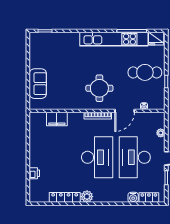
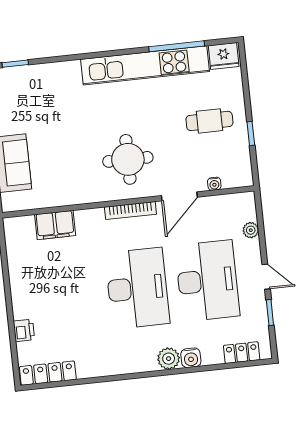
cafe table: (145, 72) -> (209, 121), width x0.73, depth x0.74
desk: (135, 157) -> (207, 281), turned 180
locker: (65, 197) -> (48, 373), moved
plant: (87, 197) -> (169, 359), moved
water cooler: (133, 197) -> (191, 358), moved

